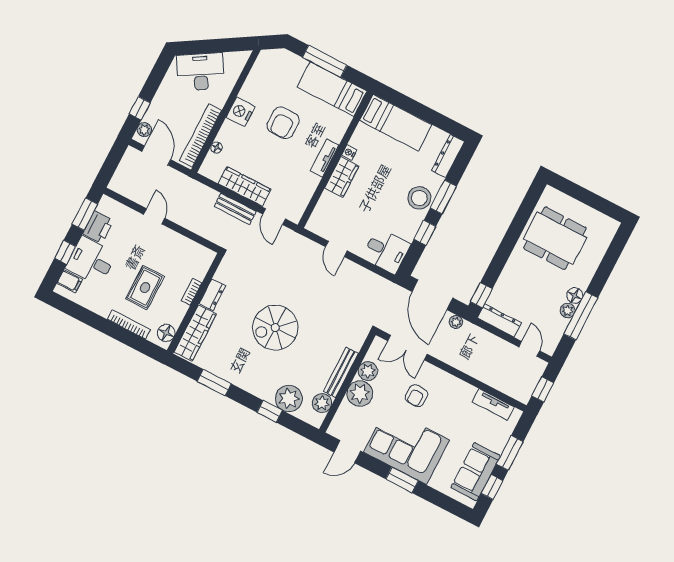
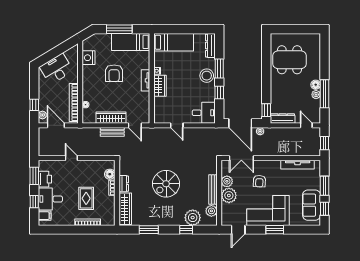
nightstand: (241, 112) -> (88, 58), moved
floor lamp: (166, 333) -> (110, 174), moved
tv unit: (493, 404) -> (298, 165), width x1.41

